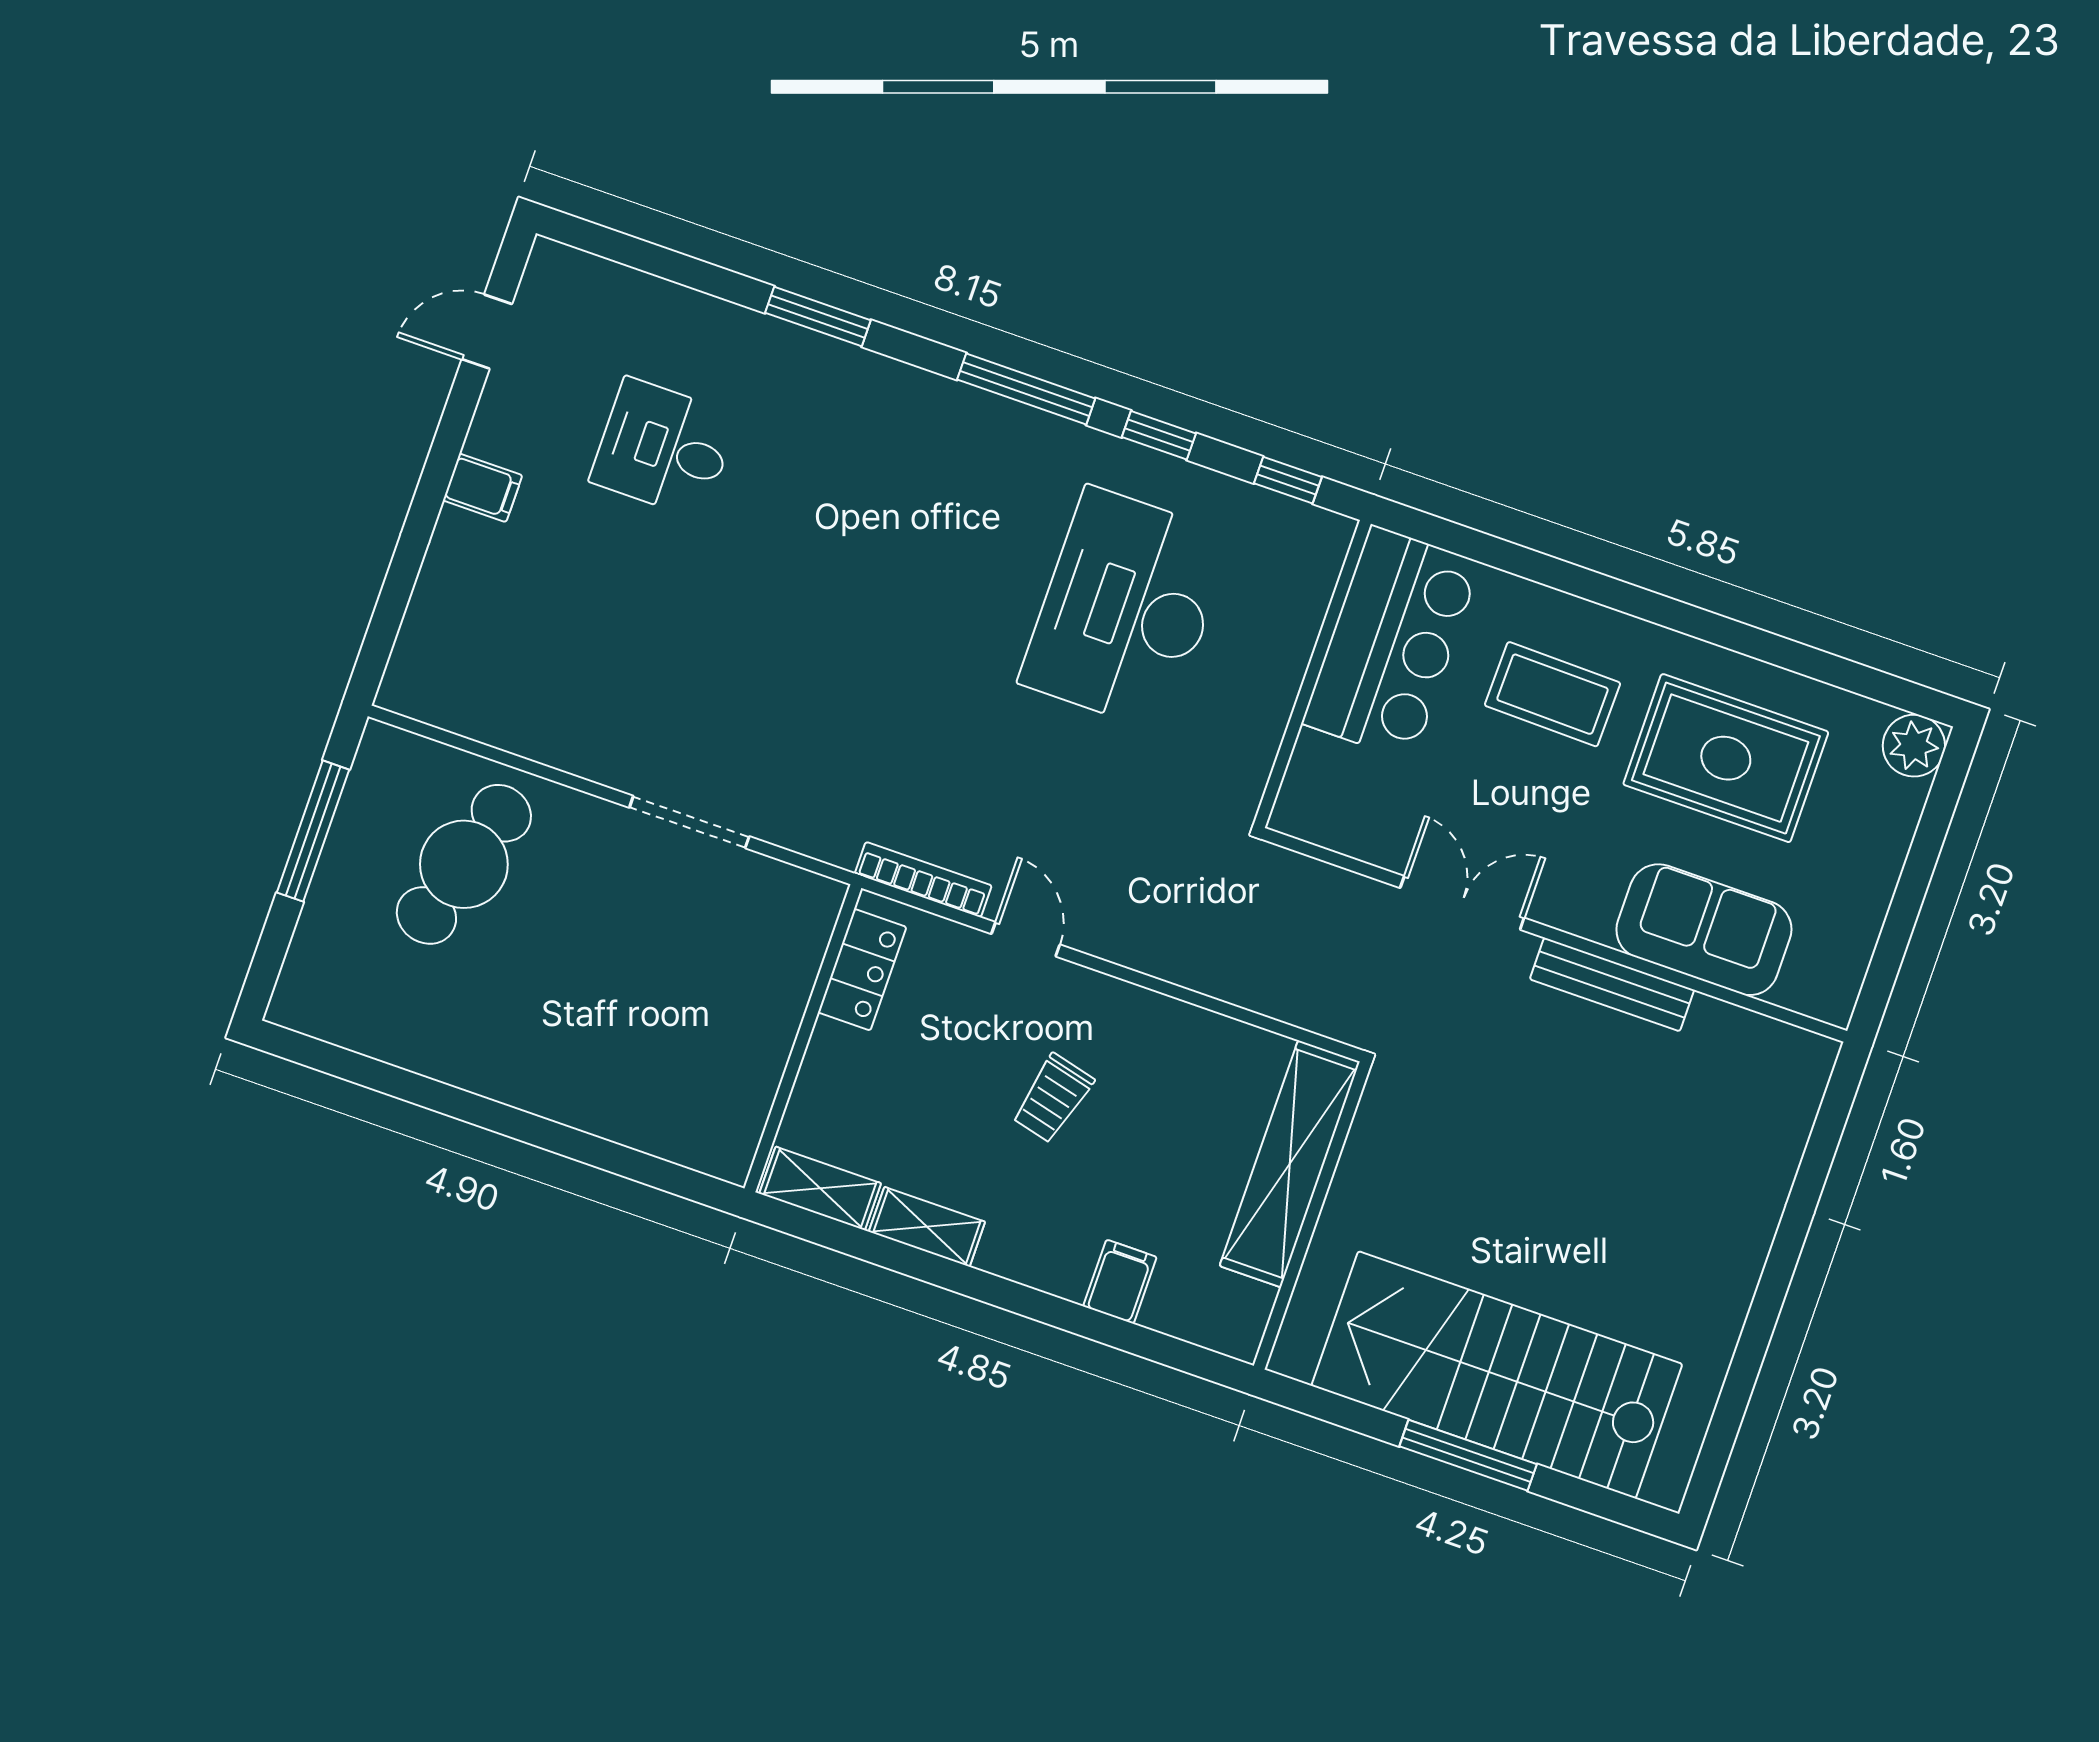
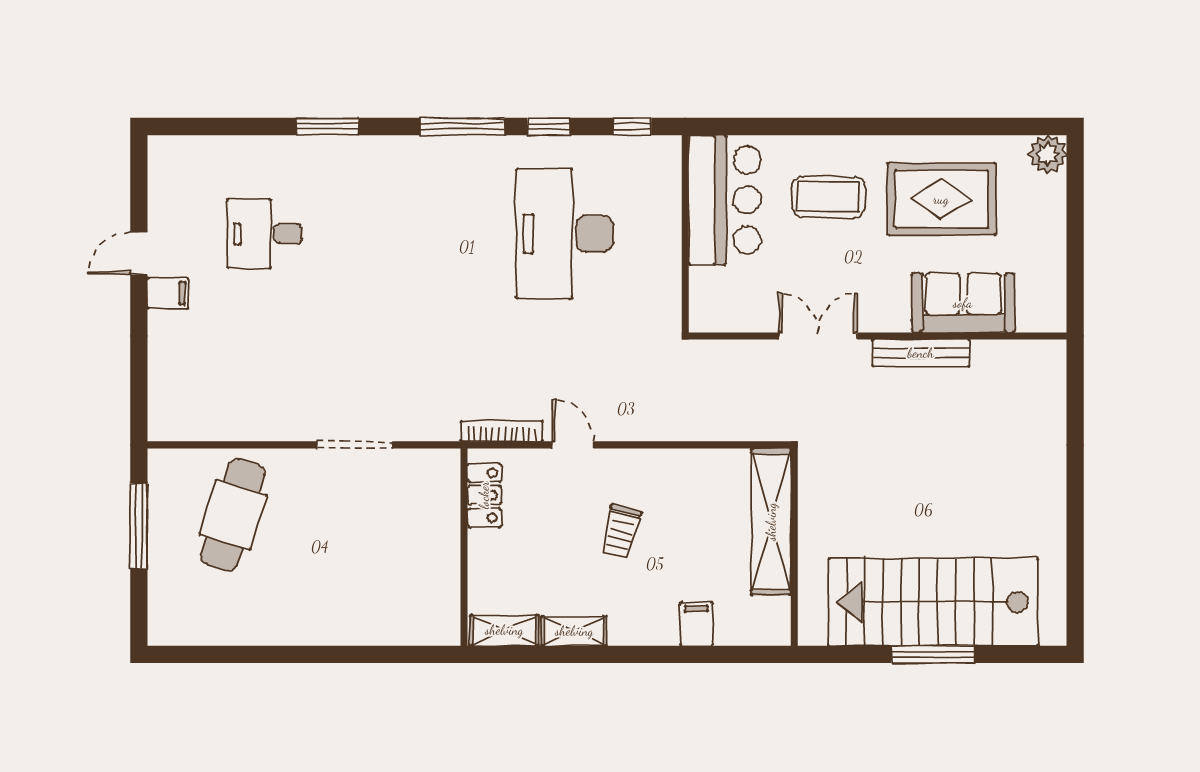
door: (487, 332) -> (139, 253), moved

